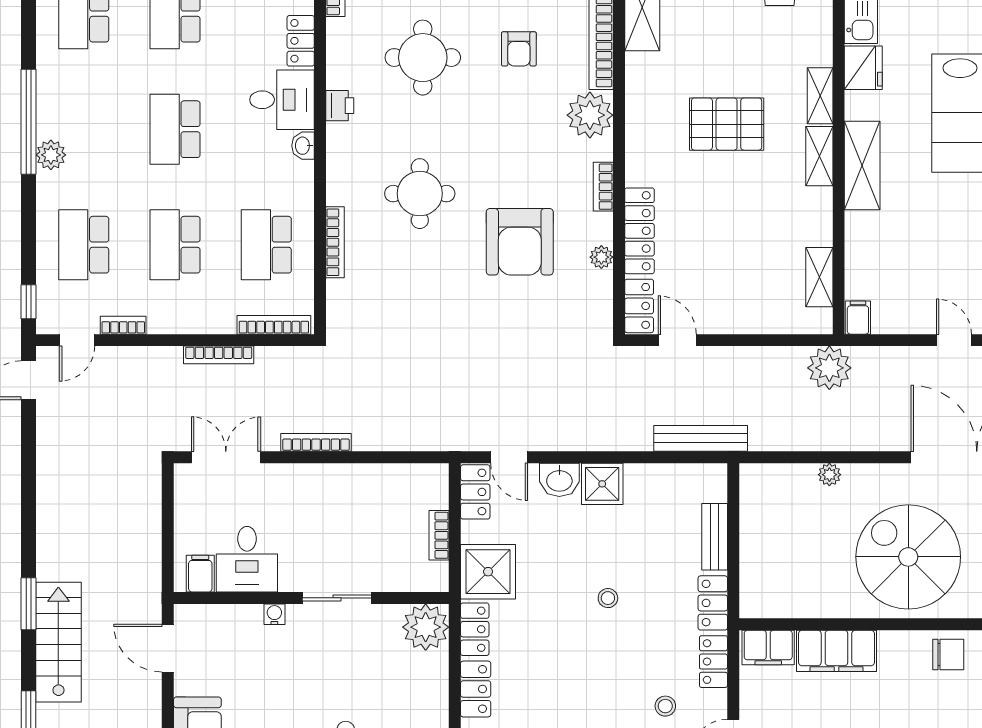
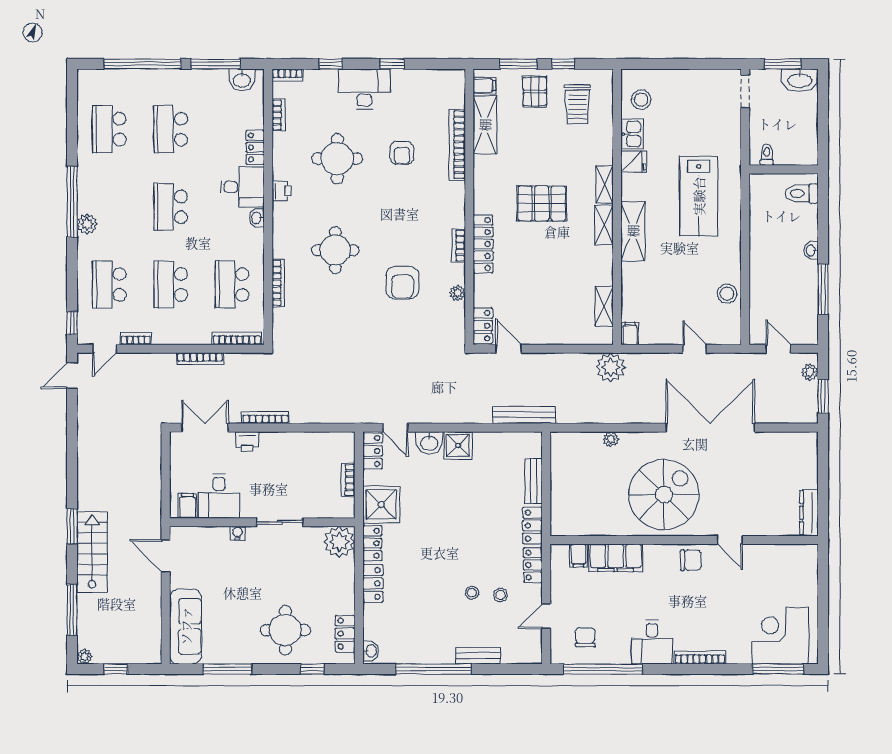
fridge: (863, 68) -> (634, 161), width x0.72
plant: (590, 115) -> (450, 197), removed
locker: (639, 231) -> (483, 244), moved
armchair: (520, 242) -> (402, 283), width x0.73, depth x0.73
printer: (289, 478) -> (247, 441), added
spiral stairs: (908, 557) -> (664, 495), turned 90
stool: (608, 598) -> (472, 593), moved
filing cabinet: (768, 647) -> (578, 556), width x0.50

